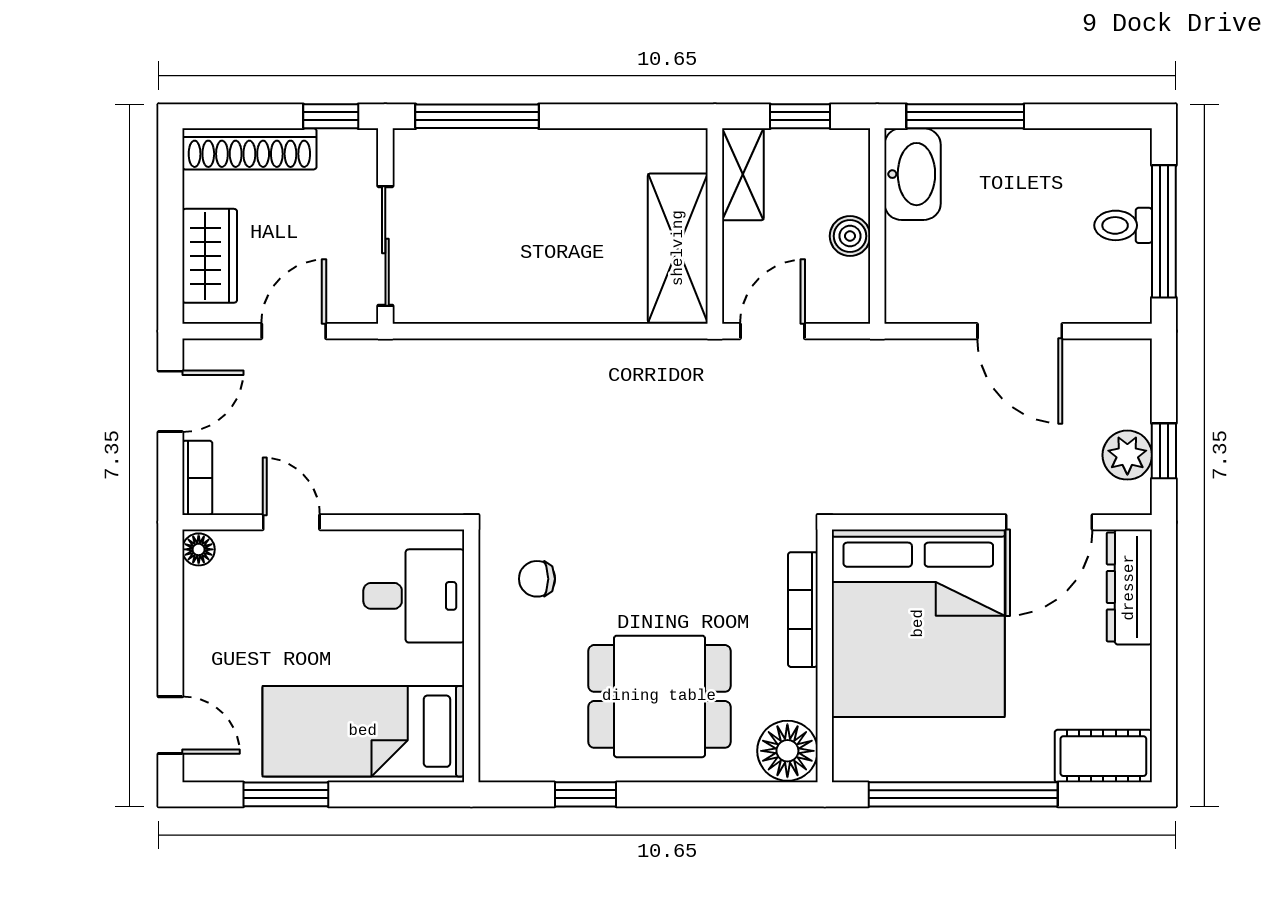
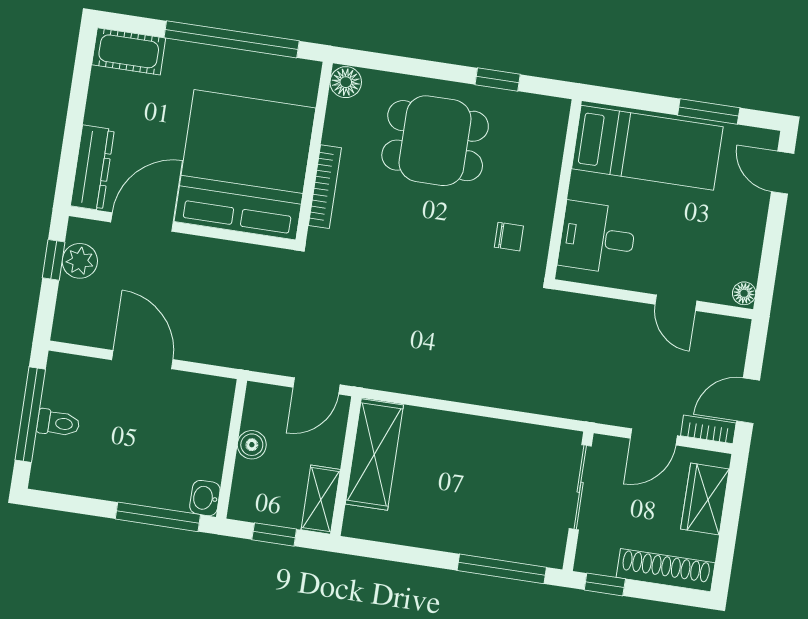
washbasin: (913, 174) -> (205, 498), width x0.52, depth x0.69
bookcase: (197, 478) -> (708, 429), moved, turned 90
floor lamp: (787, 751) -> (346, 82), width x0.73, depth x0.73

